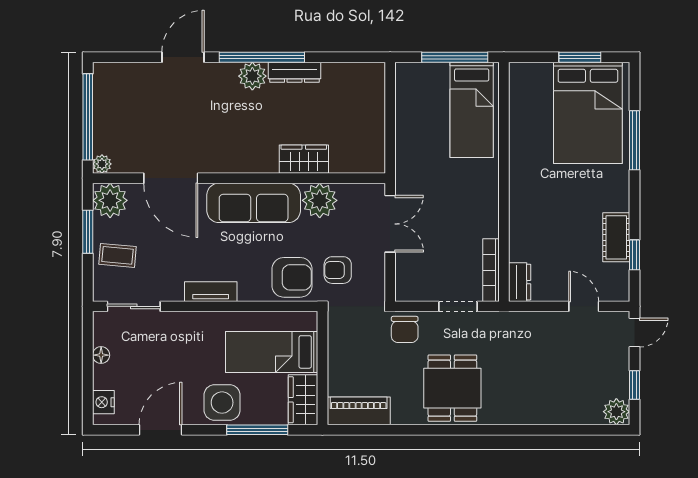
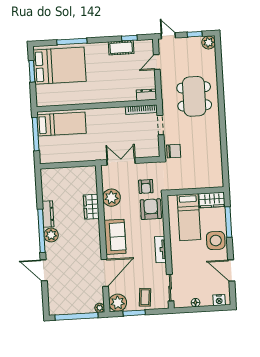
sofa: (254, 203) -> (115, 237), width x0.73
dining table: (452, 388) -> (194, 96), moved, width x1.38
piano: (359, 411) -> (216, 172), removed

